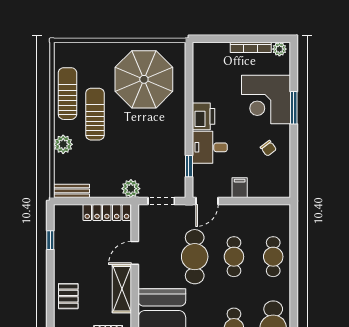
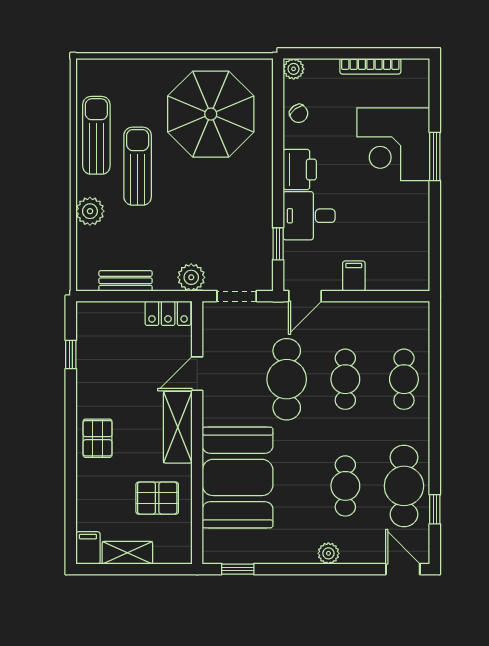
plant: (279, 49) -> (294, 69), moved
chair: (268, 148) -> (299, 114), moved
bench: (72, 191) -> (126, 281), moved
locker: (107, 213) -> (168, 313), width x0.66

